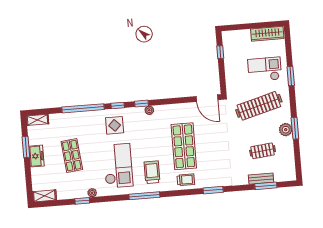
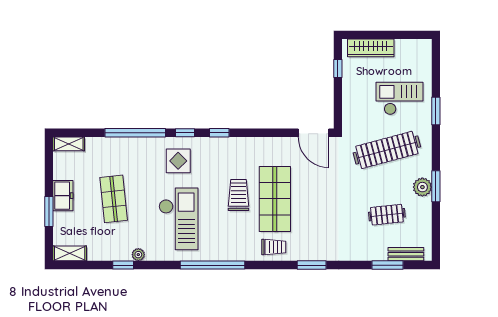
wardrobe: (267, 34) -> (371, 48), moved
plant: (149, 110) -> (230, 143), removed
window: (26, 147) -> (49, 212), moved
trolley: (152, 172) -> (238, 195), moved
bench: (261, 179) -> (406, 254), moved
window: (144, 196) -> (213, 265), width x1.46

